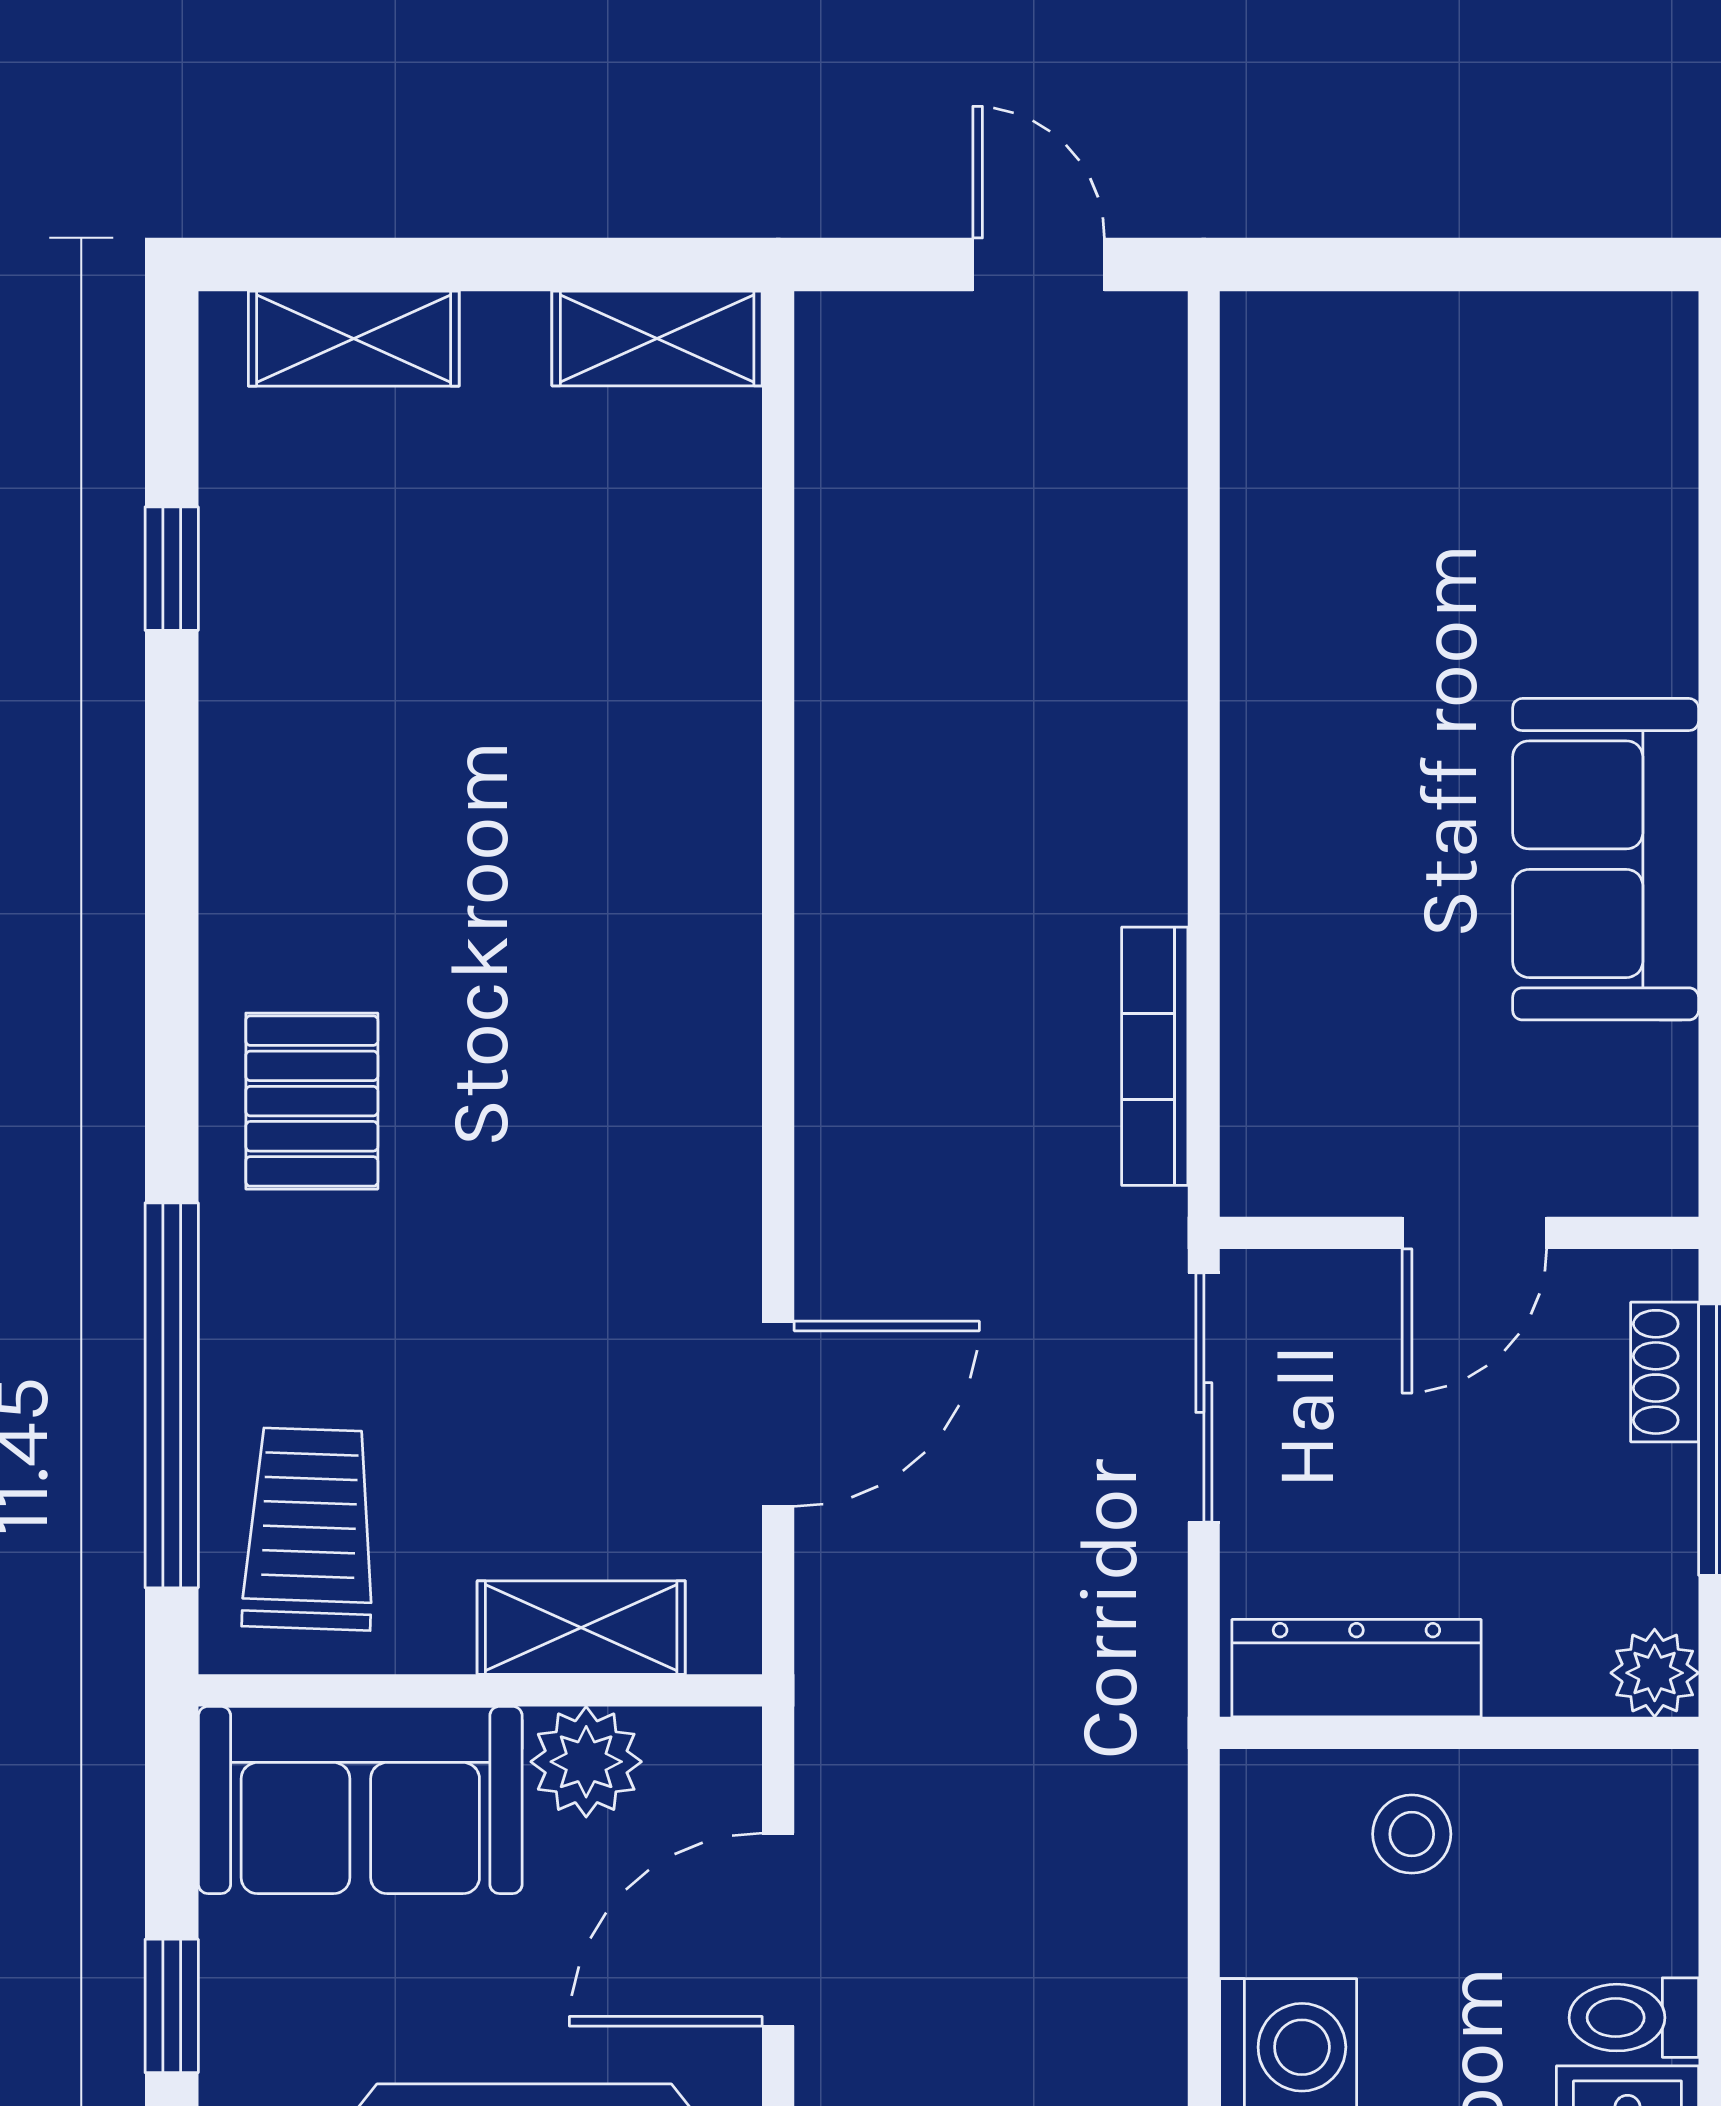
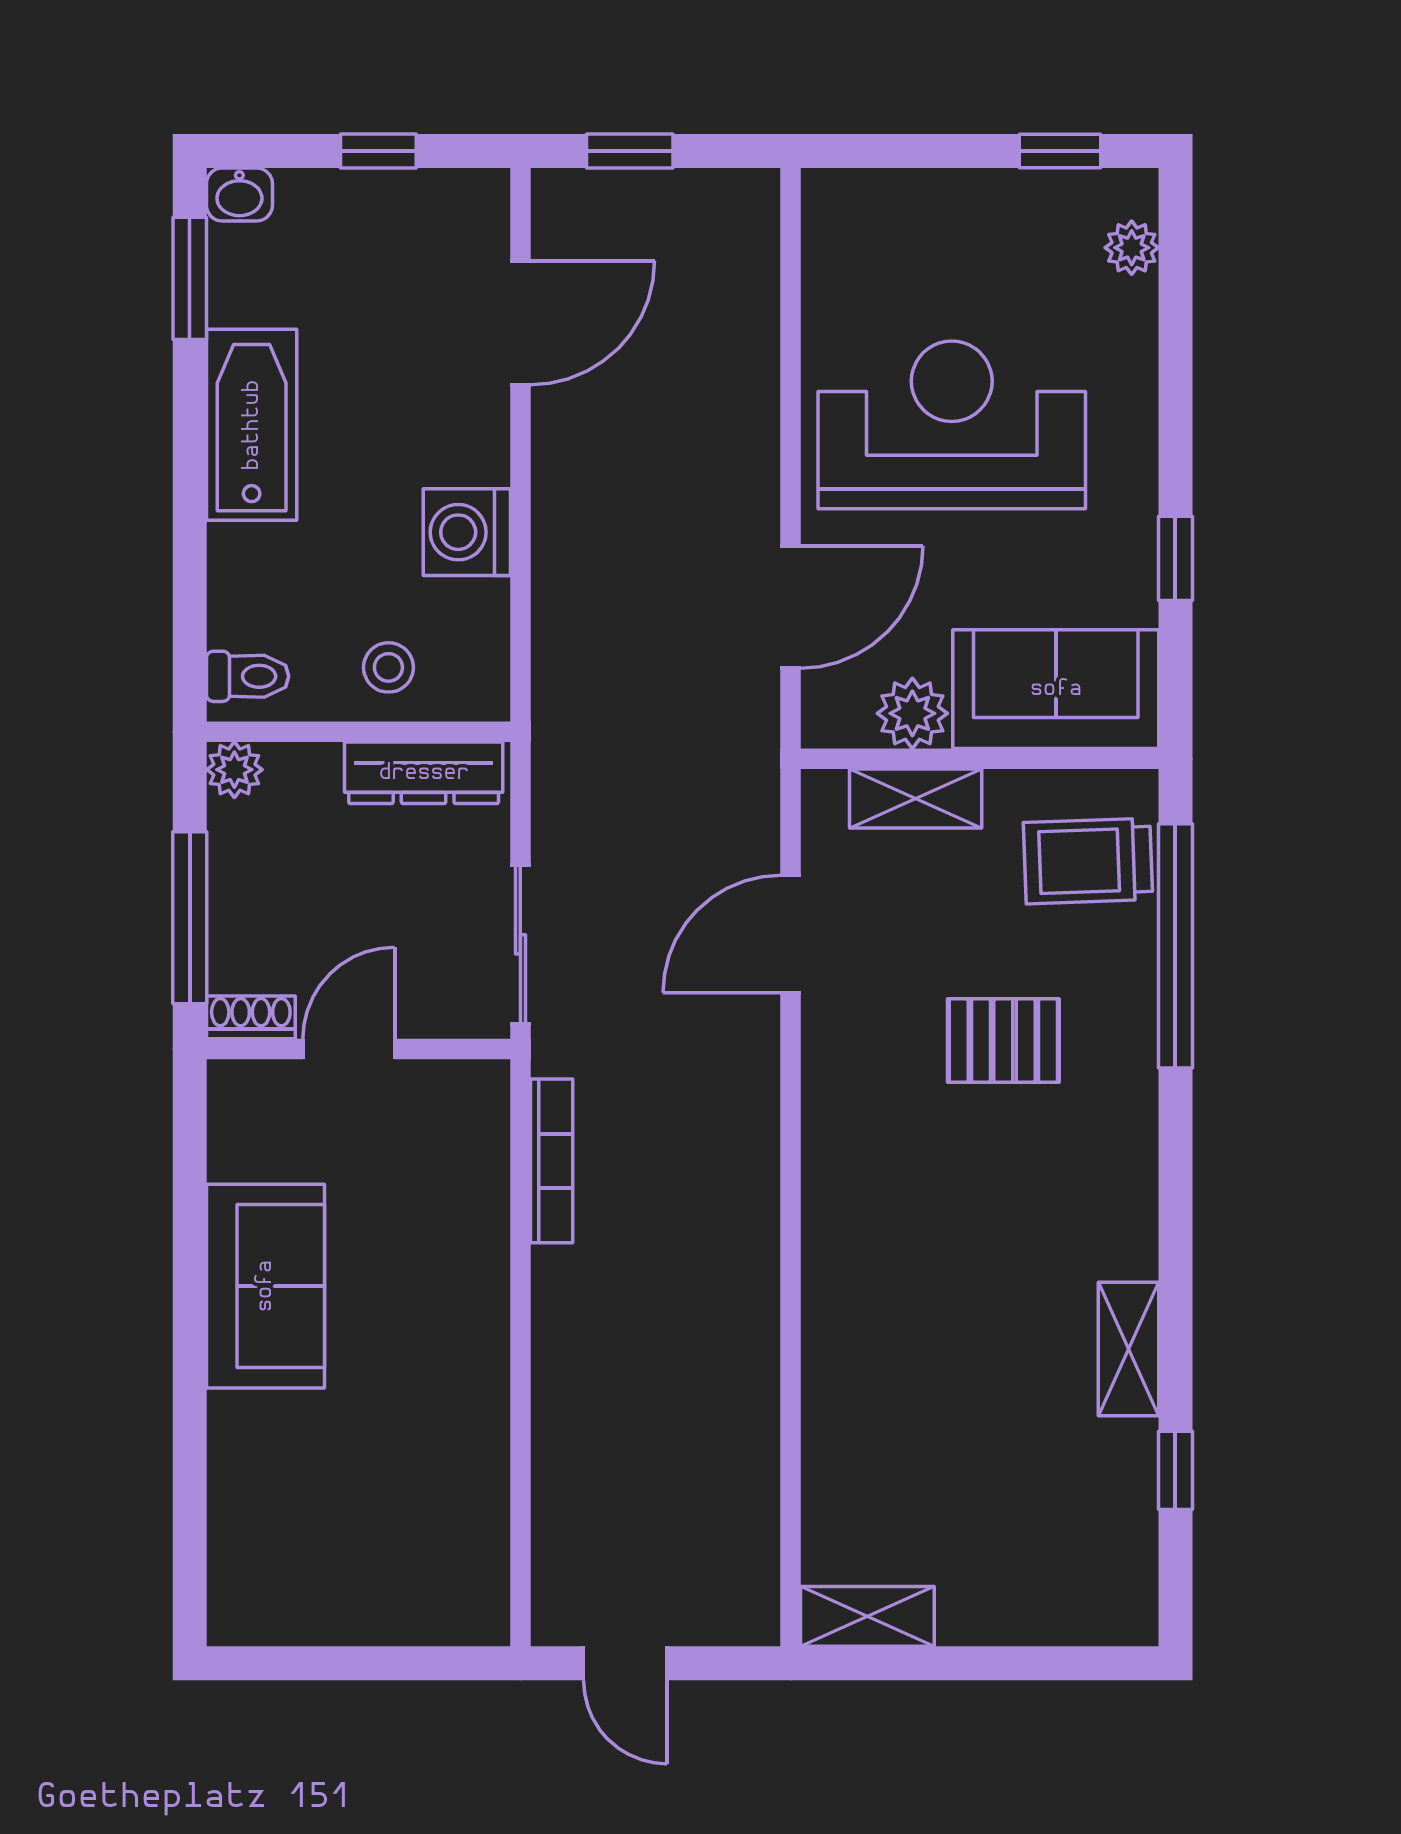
shelving: (354, 339) -> (1128, 1349), moved, turned 90
pallet: (312, 1101) -> (1003, 1041), moved, turned 90
shoe rack: (1665, 1372) -> (251, 1017), moved, turned -90
trolley: (309, 1529) -> (1088, 861), turned 86
toilet: (1634, 2018) -> (248, 676), moved

